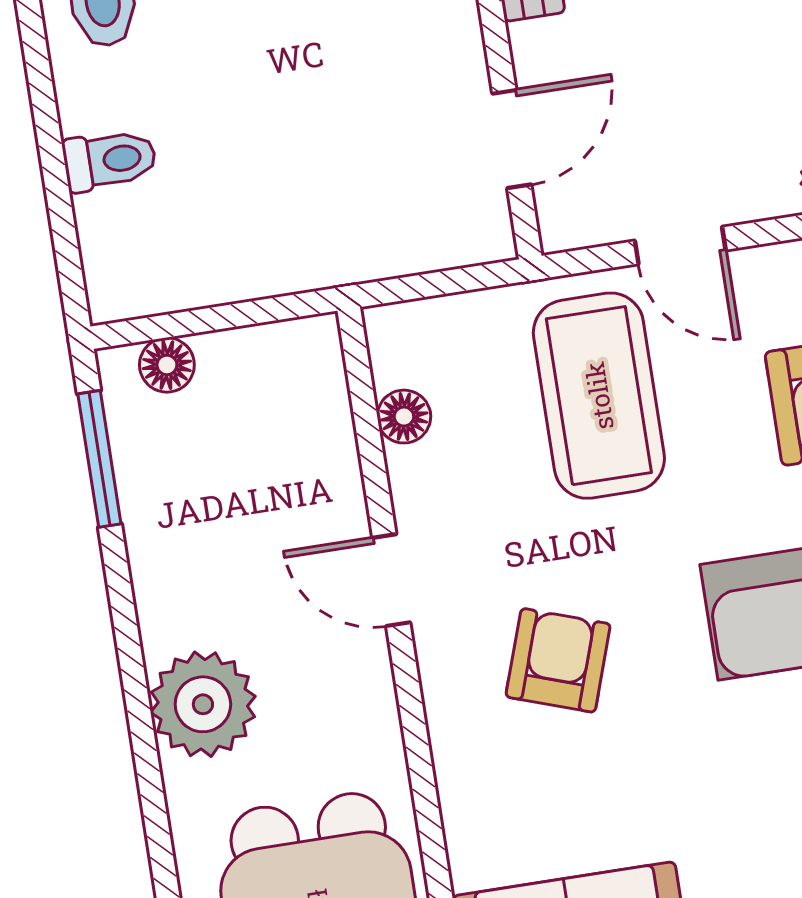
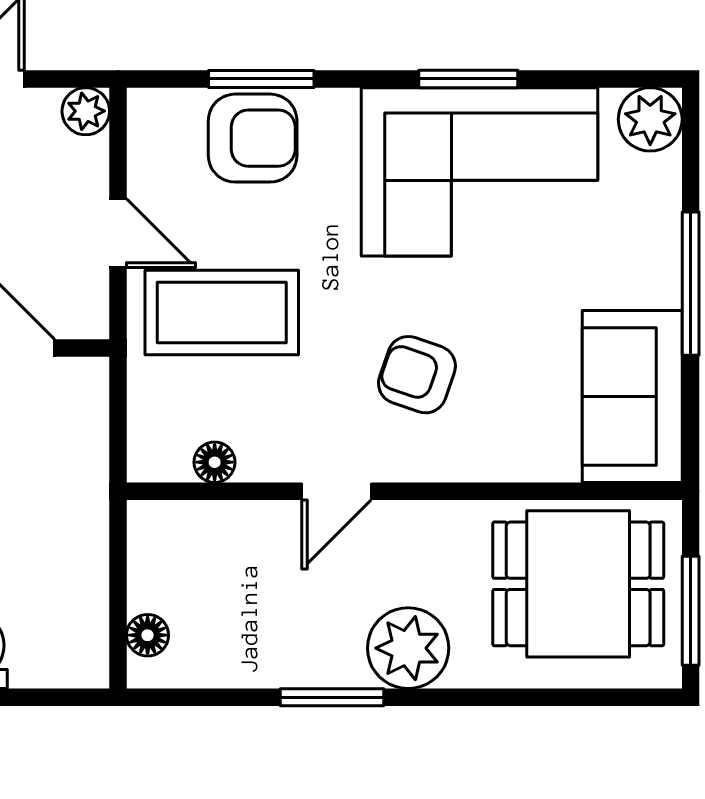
door: (680, 246) -> (118, 233), hinge flipped
window: (99, 459) -> (332, 697), moved

